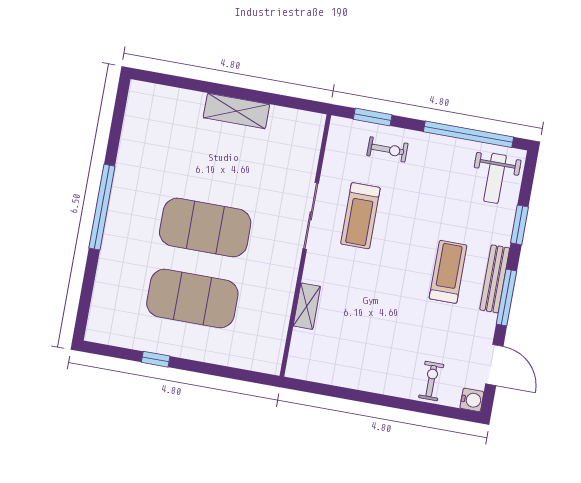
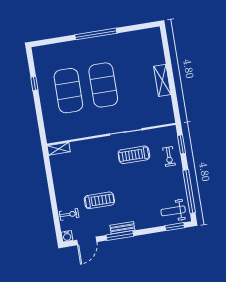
window: (519, 225) -> (175, 227), moved
treadmill: (448, 272) -> (99, 200), moved
bench: (495, 279) -> (122, 228), width x0.73
shelving: (307, 306) -> (59, 149), moved

